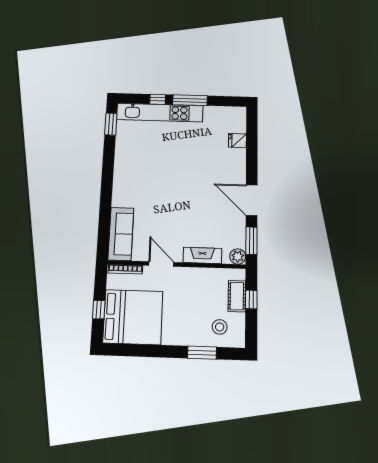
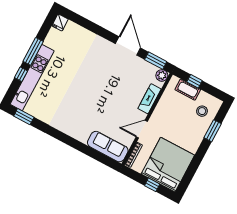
fridge: (237, 141) -> (60, 22), moved
door: (252, 200) -> (128, 46), swing flipped

